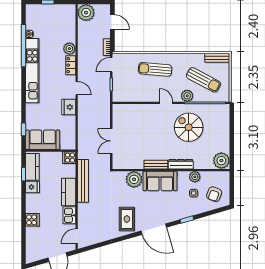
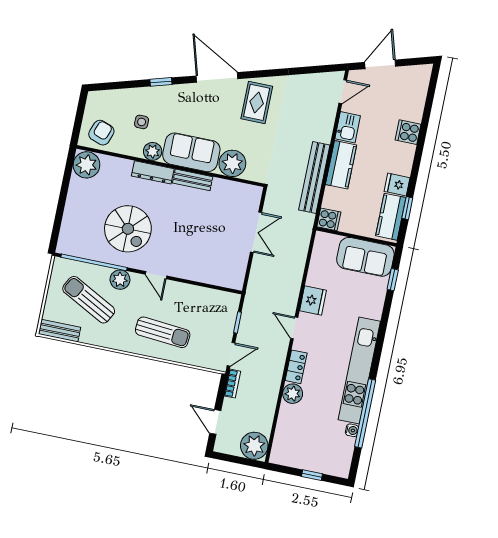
plant: (195, 177) -> (153, 151), moved
armchair: (214, 194) -> (101, 133), moved

